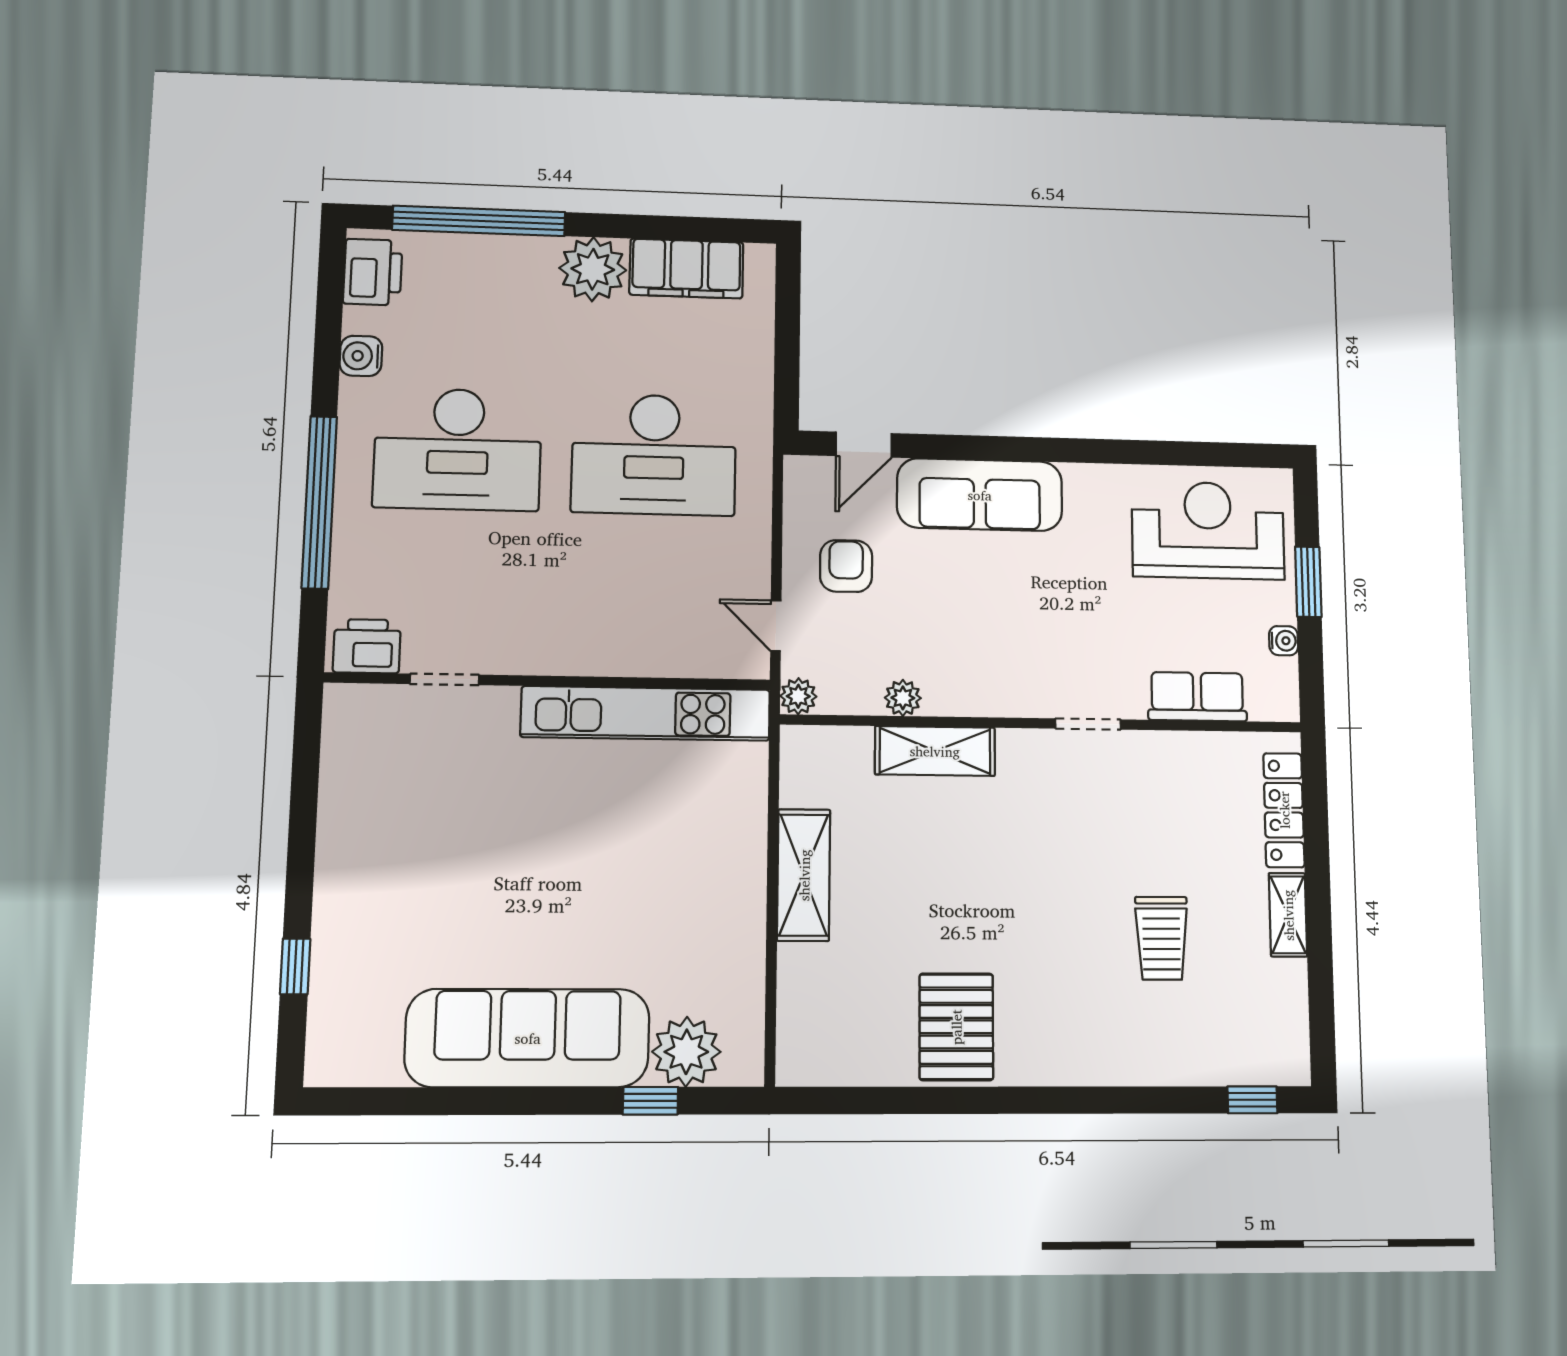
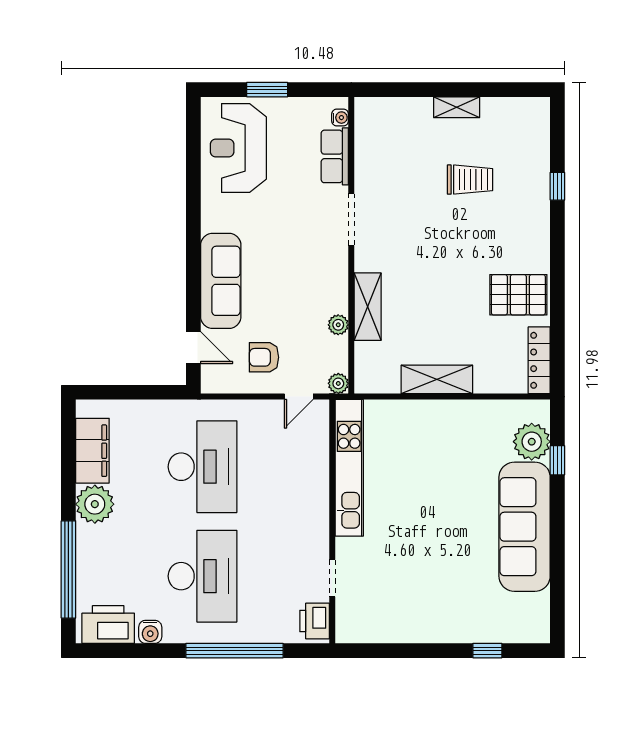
printer: (373, 272) -> (108, 625), width x1.37, depth x1.19
water cooler: (1284, 641) -> (340, 118), moved, turned 90
doorway: (1088, 724) -> (351, 220), width x1.38
locker: (1284, 810) -> (539, 360), moved, turned 90
window: (1252, 1100) -> (557, 186), moved

